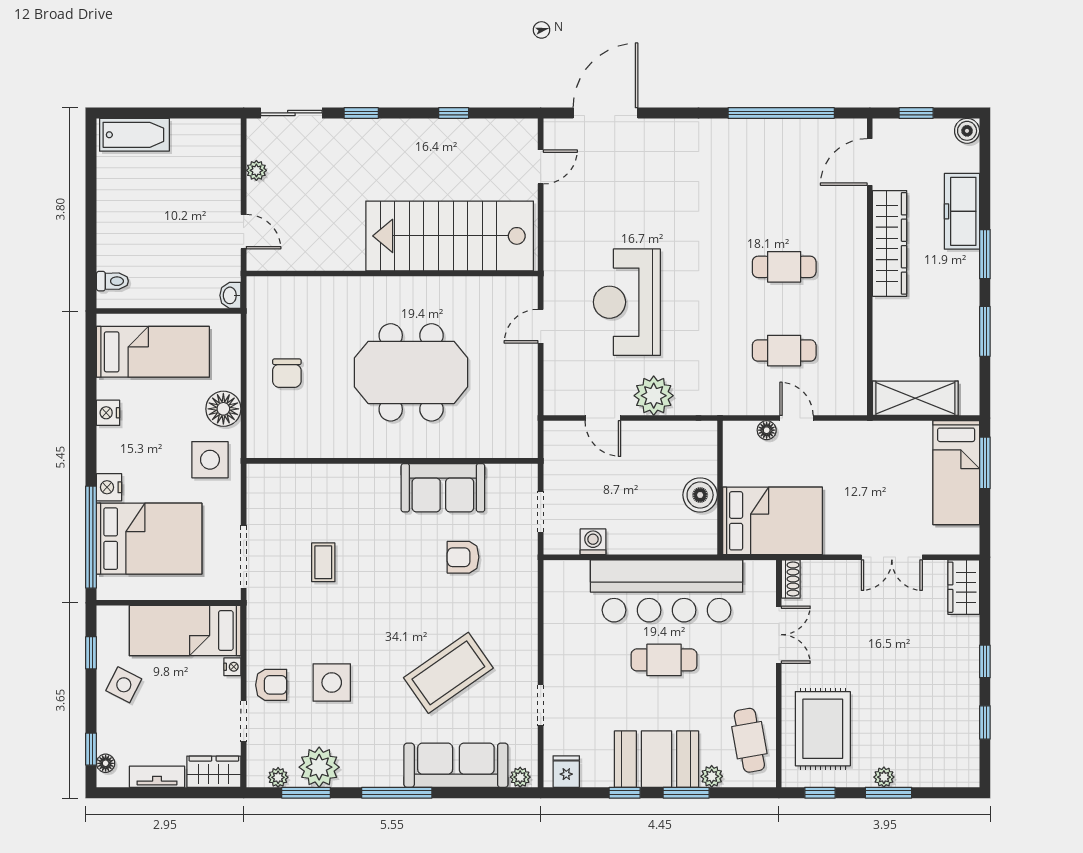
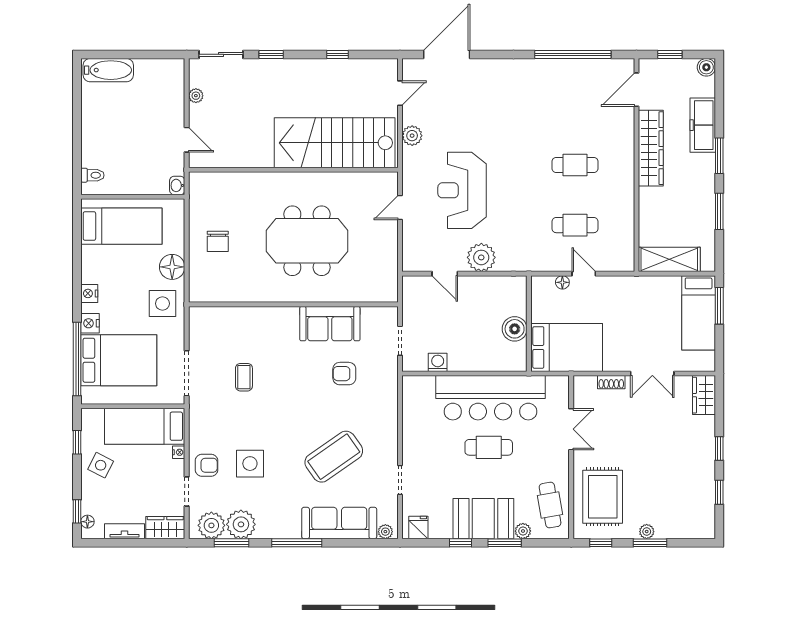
plant: (557, 226) -> (412, 136), added
nightstand: (108, 413) -> (89, 293), moved
shoe rack: (791, 579) -> (611, 382), moved, turned 90
plant: (278, 777) -> (211, 525), width x1.87, depth x1.87

